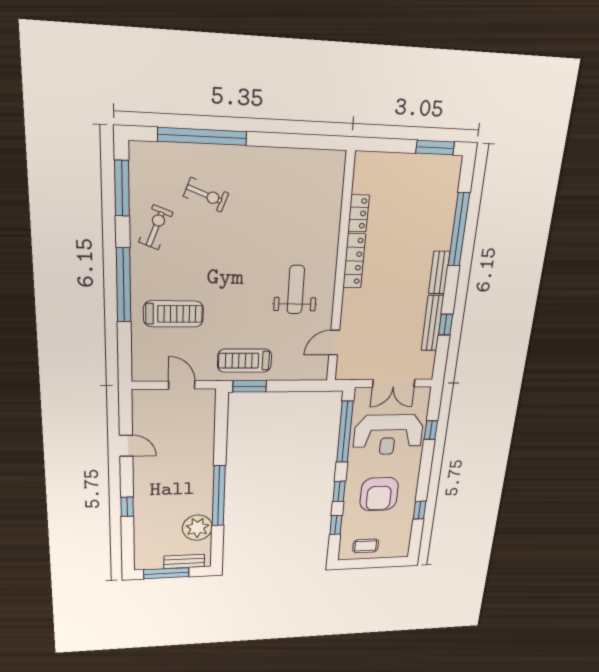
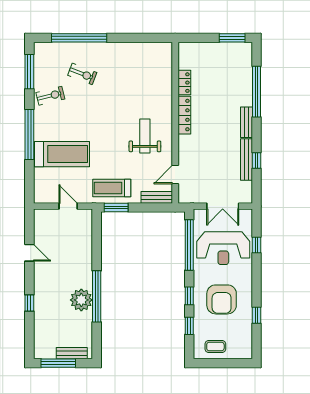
exercise bike: (156, 227) -> (50, 96), turned 55
treadmill: (173, 314) -> (62, 154), width x1.37, depth x1.38
bench: (307, 373) -> (157, 197), added
plant: (197, 528) -> (81, 300), moved

